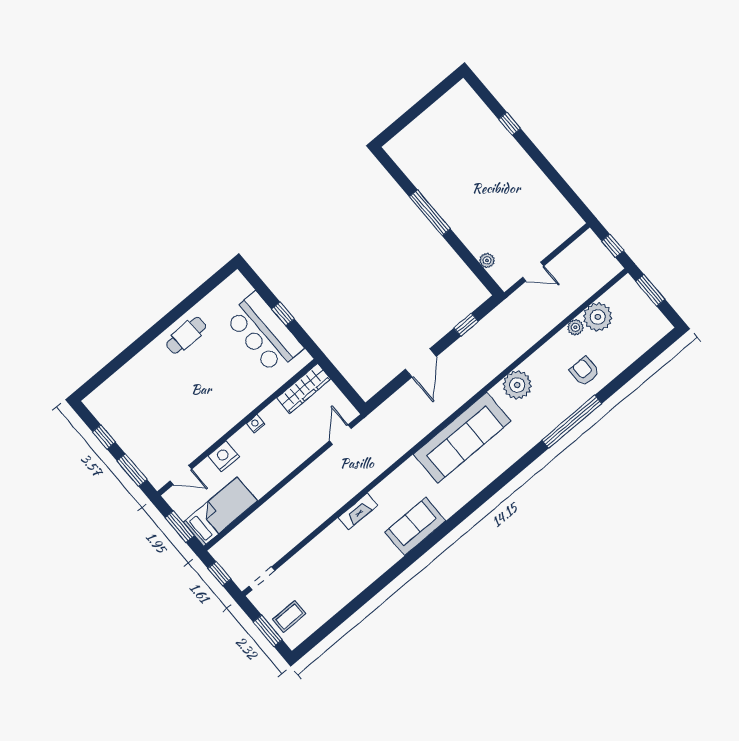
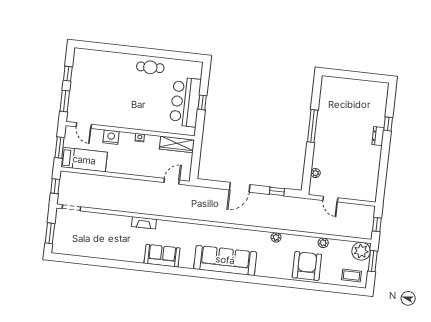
dresser: (512, 149) -> (378, 136), added
plant: (598, 317) -> (361, 251), moved
armchair: (584, 371) -> (307, 266), width x1.88, depth x1.88
plant: (517, 385) -> (276, 237), width x0.53, depth x0.53
window: (572, 422) -> (278, 282), removed
sofa: (462, 438) -> (225, 260), moved, turned 180
coffee table: (289, 617) -> (351, 276), moved

